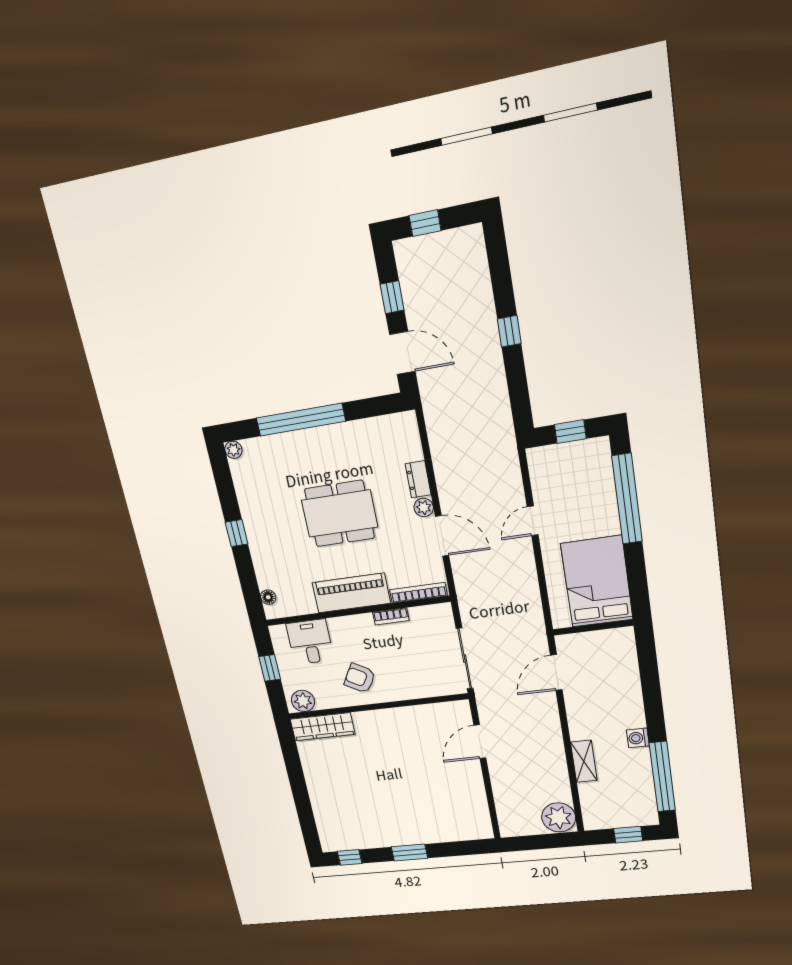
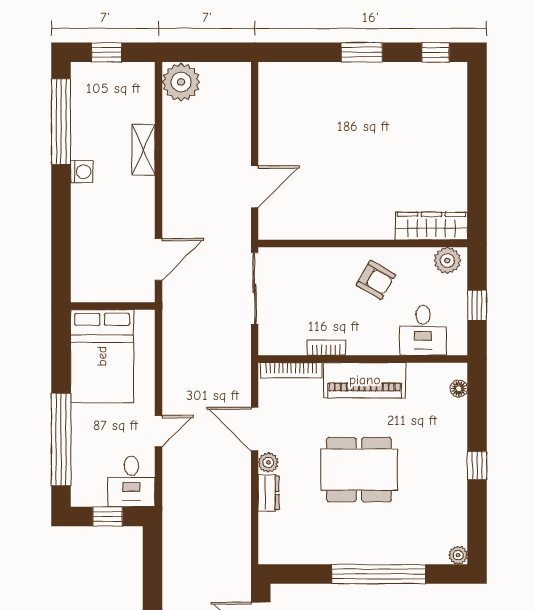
desk: (552, 469) -> (131, 481), added

